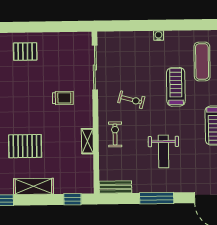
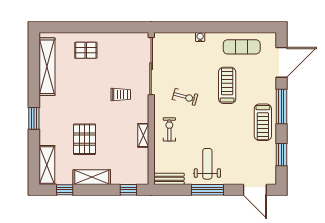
water cooler: (159, 36) -> (200, 37), moved
exercise mat: (202, 61) -> (242, 47), moved, turned 90
sliding door: (95, 68) -> (151, 66), width x1.36
pallet: (25, 146) -> (84, 139), turned 90
weight bench: (164, 151) -> (207, 164), moved, turned 180

